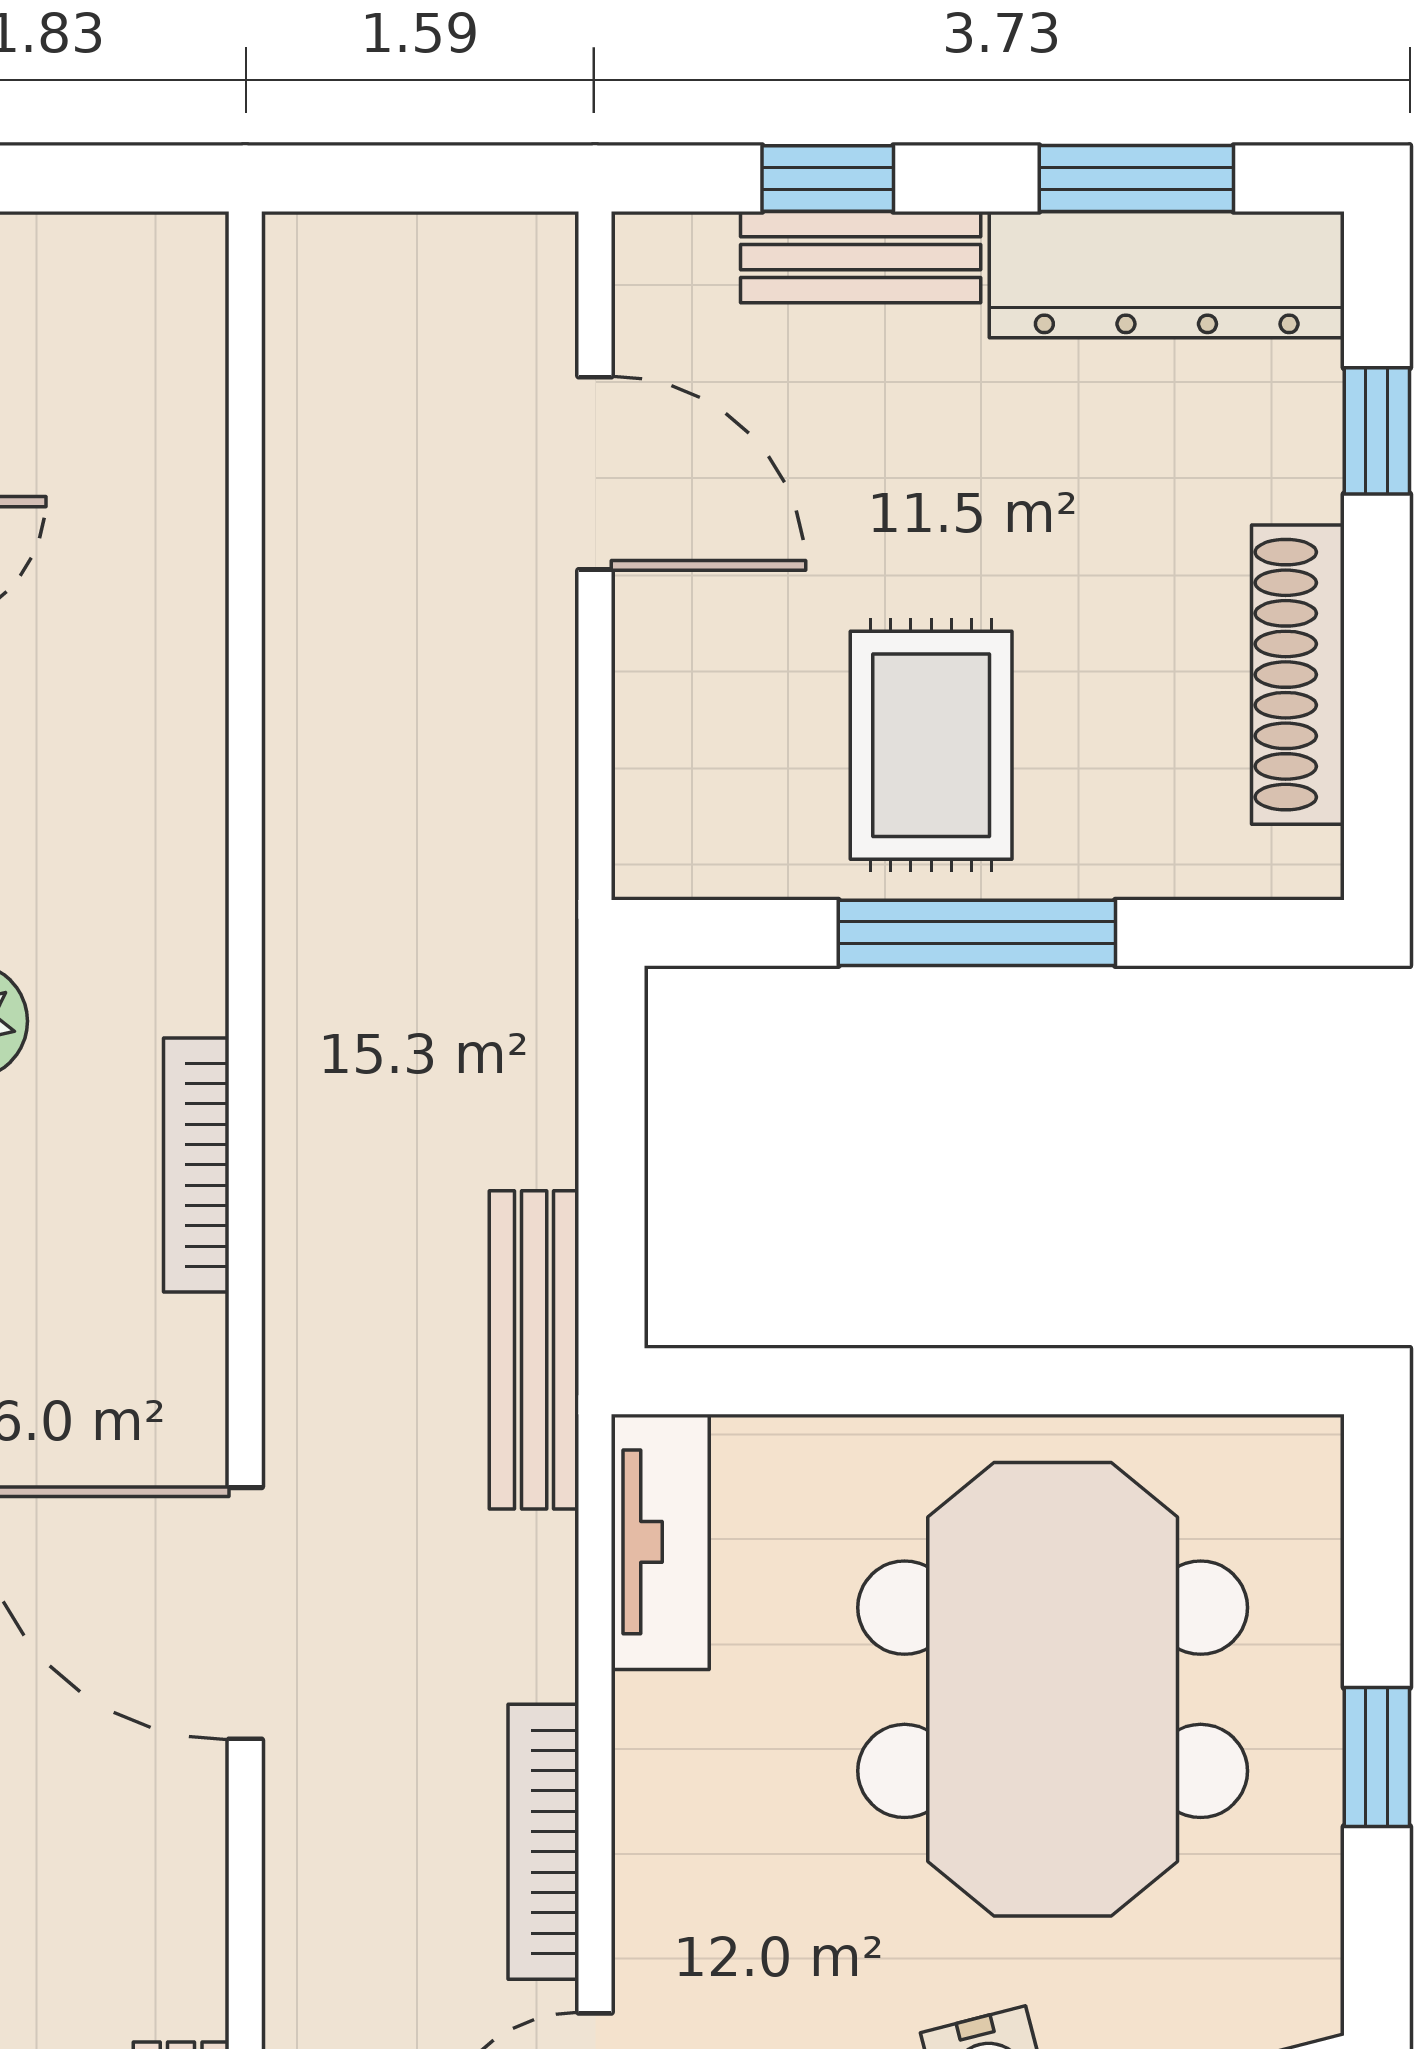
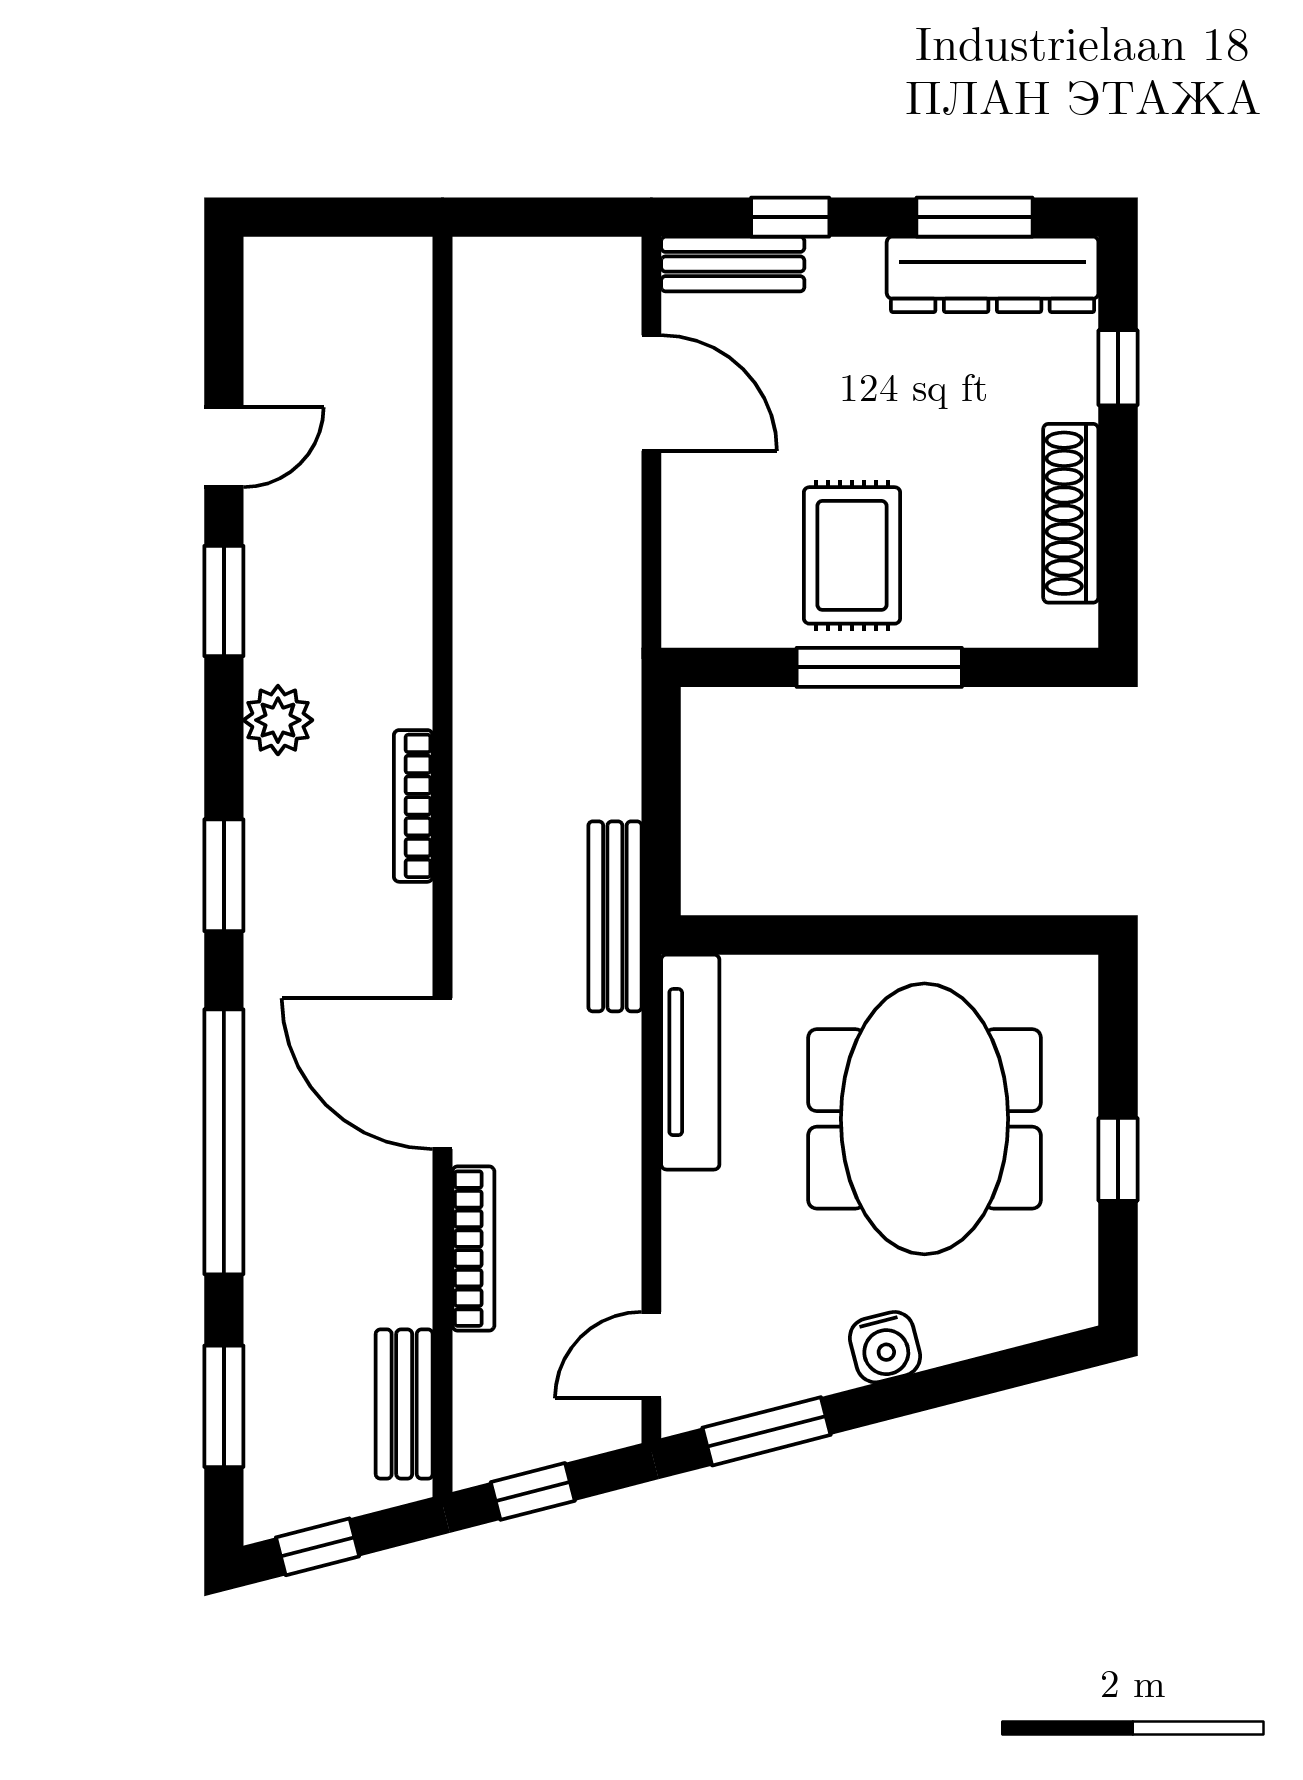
bench: (861, 257) -> (733, 264), moved
tv unit: (660, 1542) -> (690, 1062), width x1.41
bookcase: (543, 1842) -> (473, 1249), moved, turned 180

